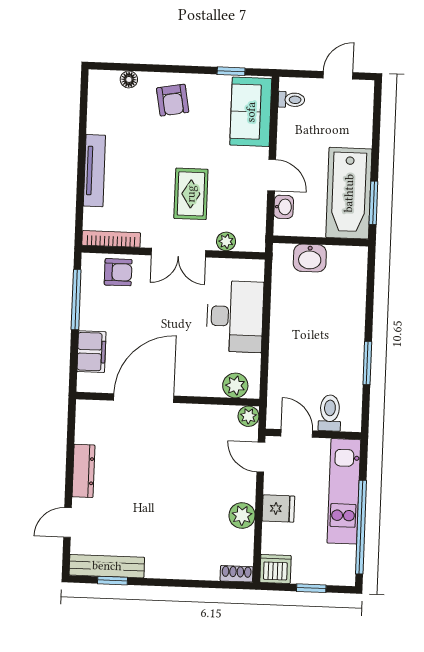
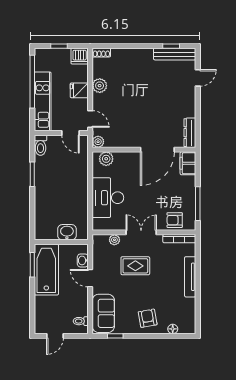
rug: (191, 194) -> (135, 266), turned 90
filing cabinet: (91, 352) -> (188, 163), moved
toilet: (330, 413) -> (40, 145), moved
dresser: (83, 471) -> (190, 133), moved

